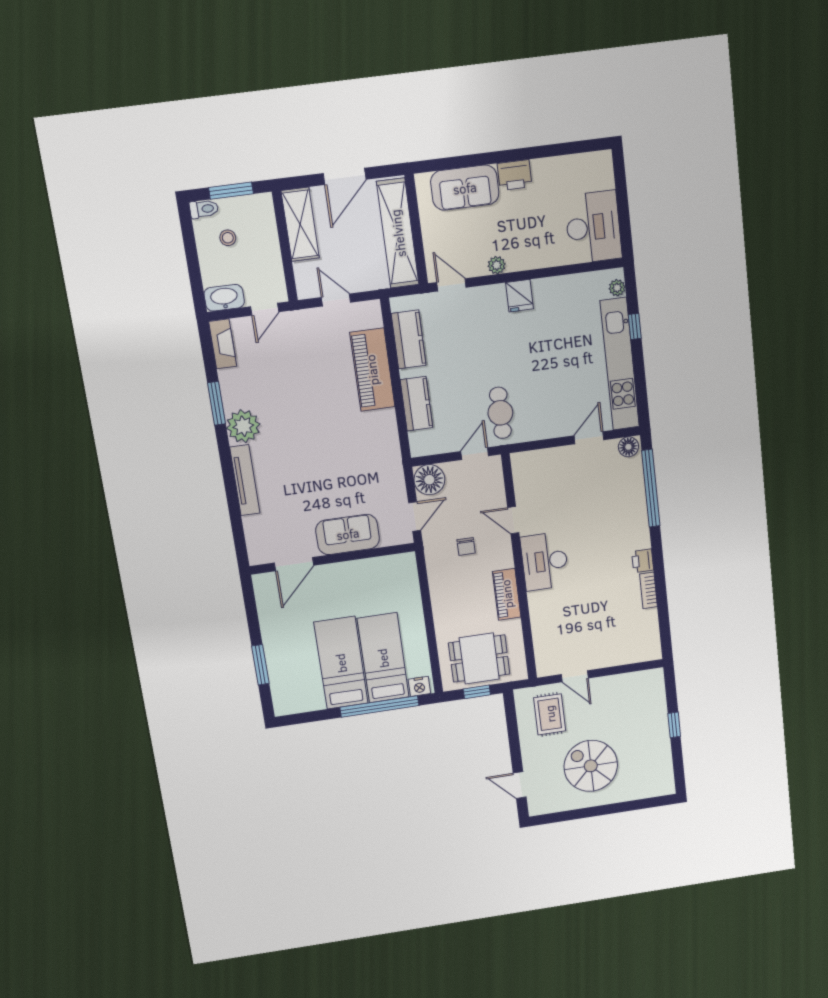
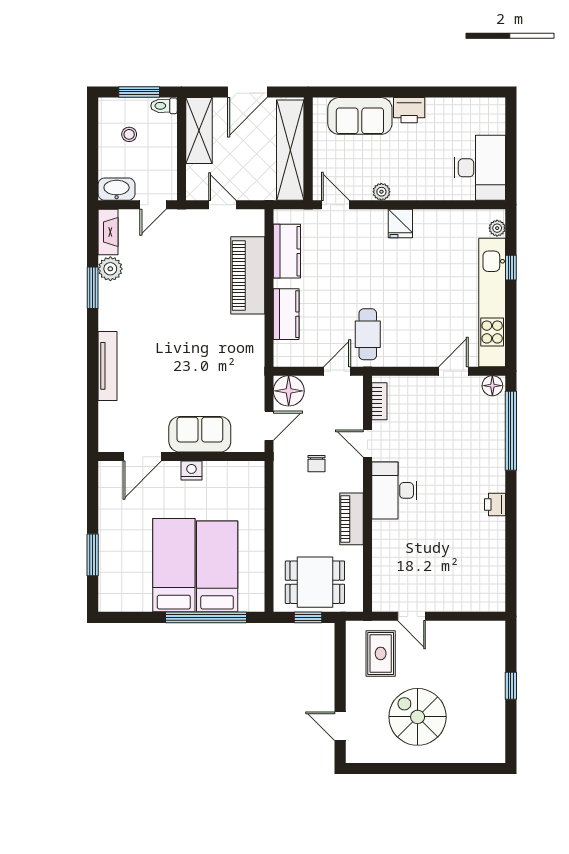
toilet: (204, 209) -> (164, 106), moved, turned 180
plant: (243, 426) -> (110, 269), moved, width x0.73, depth x0.73
bookcase: (648, 590) -> (379, 401), moved, turned 180
nightstand: (419, 686) -> (192, 470), moved, turned 180

